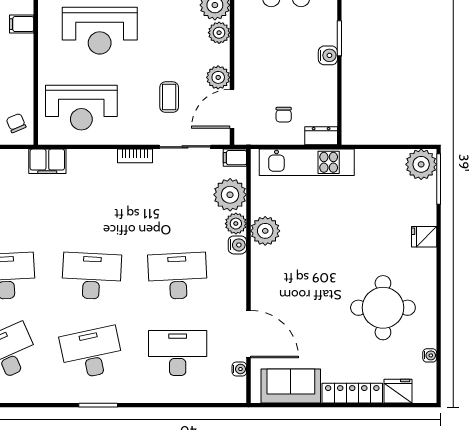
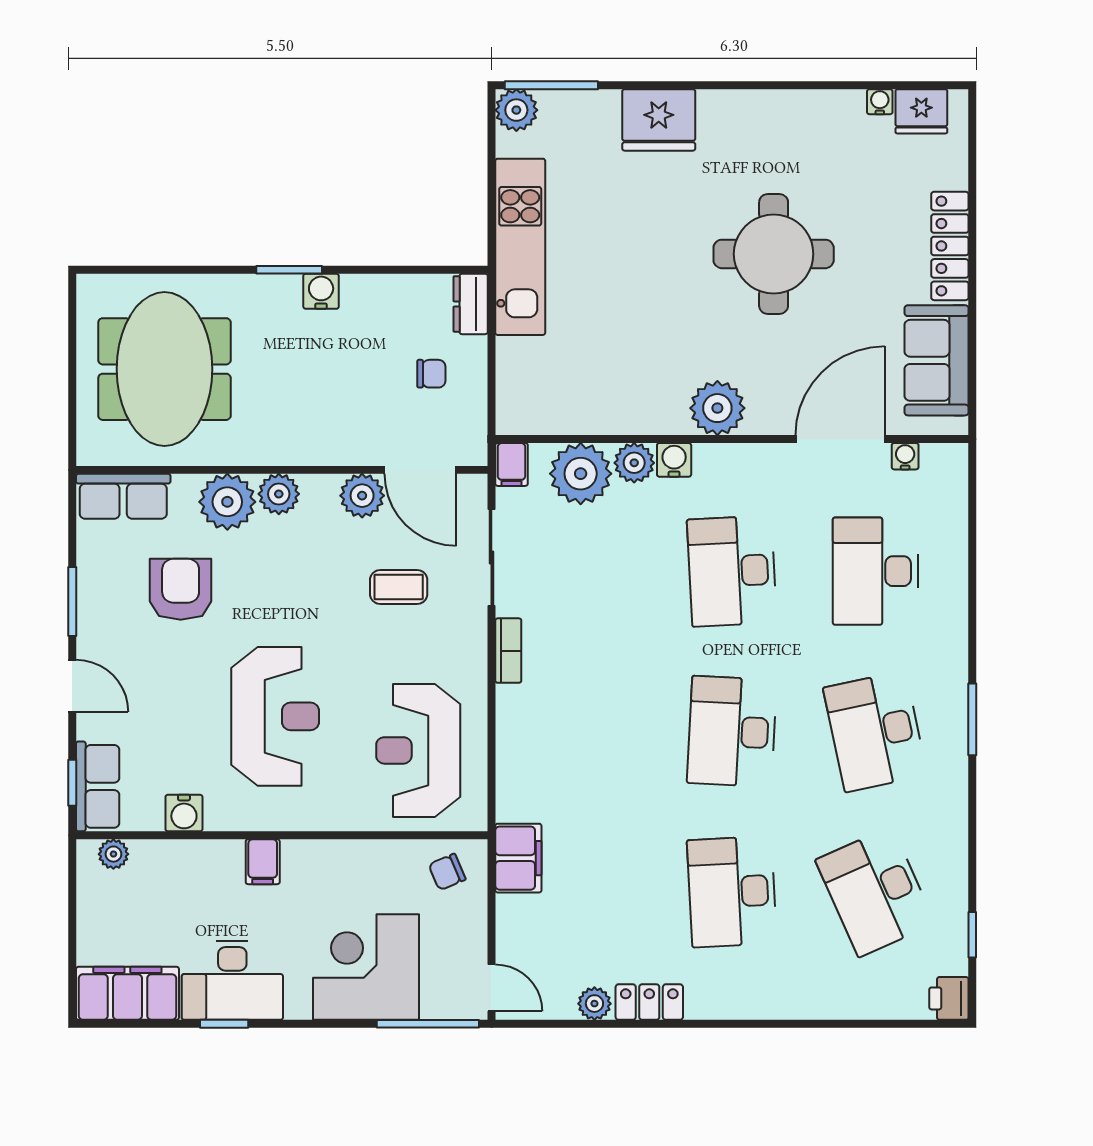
reception desk: (81, 108) -> (418, 750), turned 180
filing cabinet: (47, 161) -> (518, 858), moved
kitchen unit: (307, 162) -> (520, 247), moved
plant: (421, 164) -> (516, 110), width x0.73, depth x0.73
plant: (265, 231) -> (717, 408), moved
fridge: (424, 237) -> (659, 120), width x1.88, depth x1.34
round table: (383, 308) -> (774, 254), moved
fridge: (398, 391) -> (921, 111), moved, turned -90

